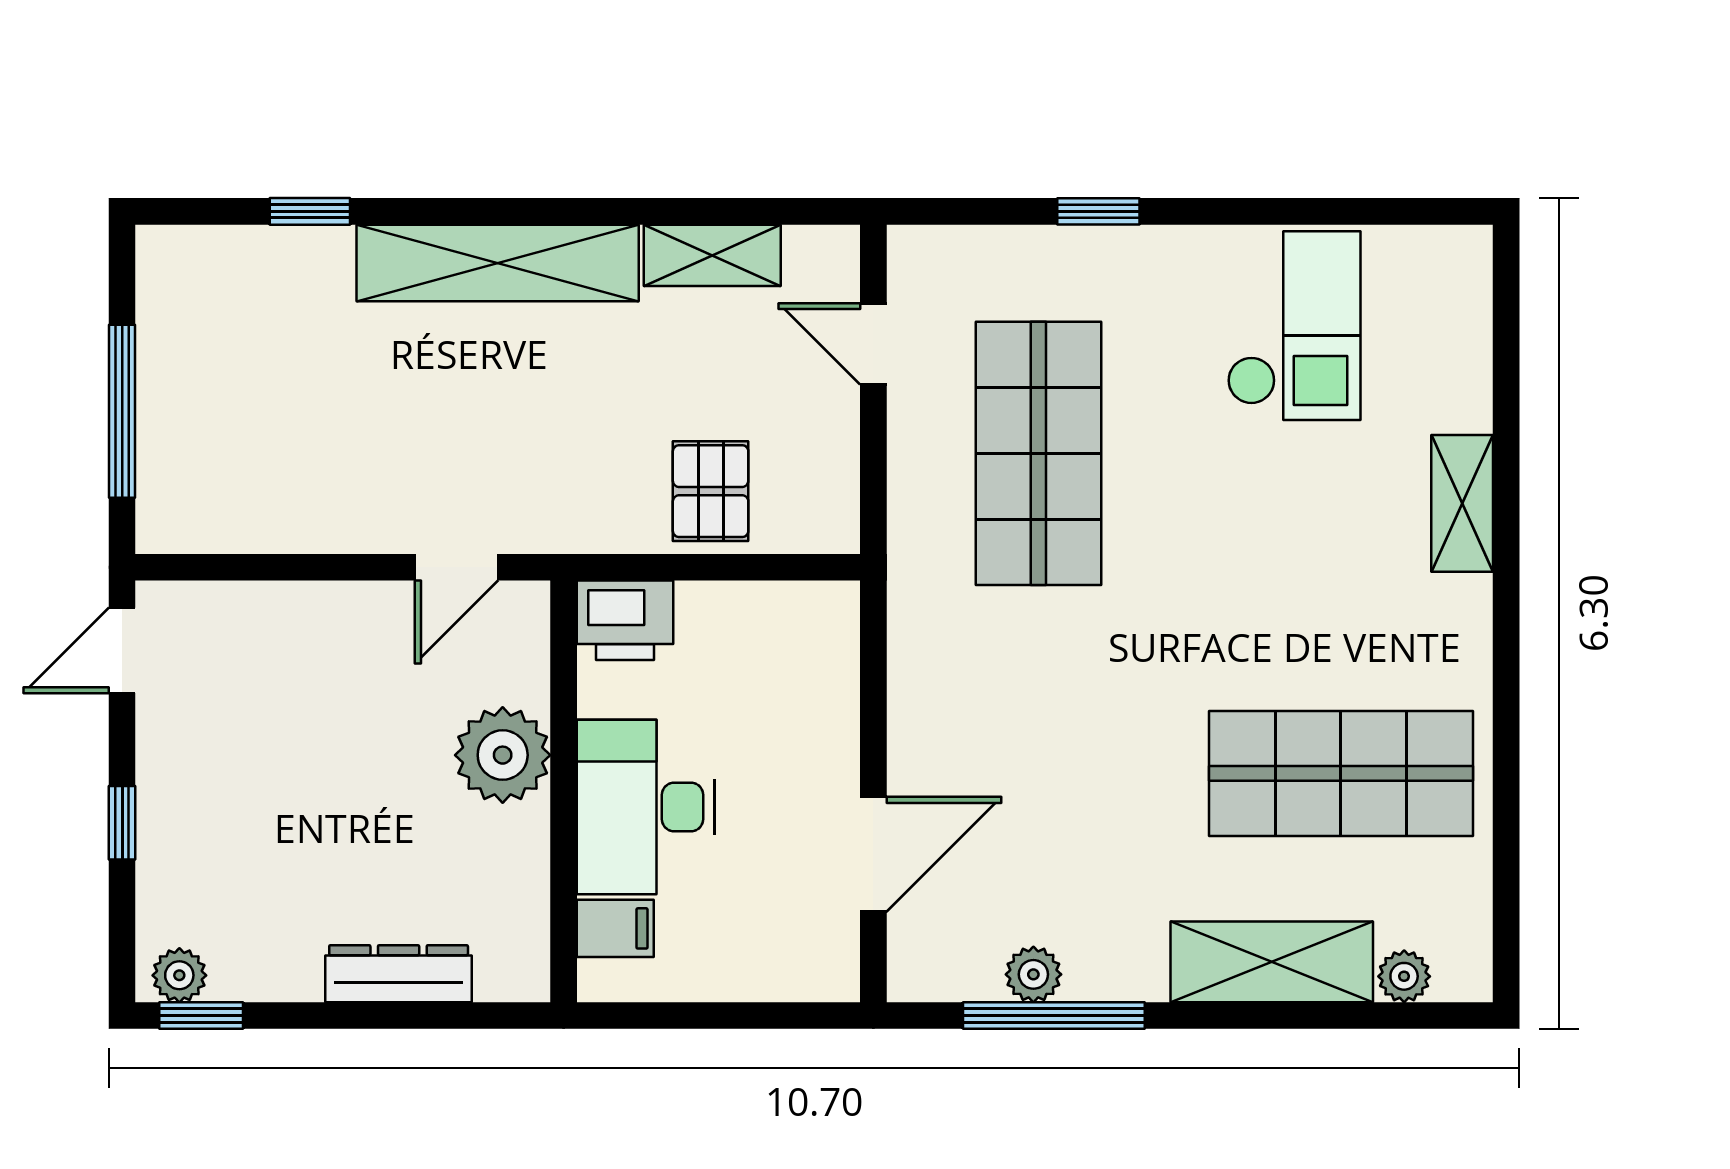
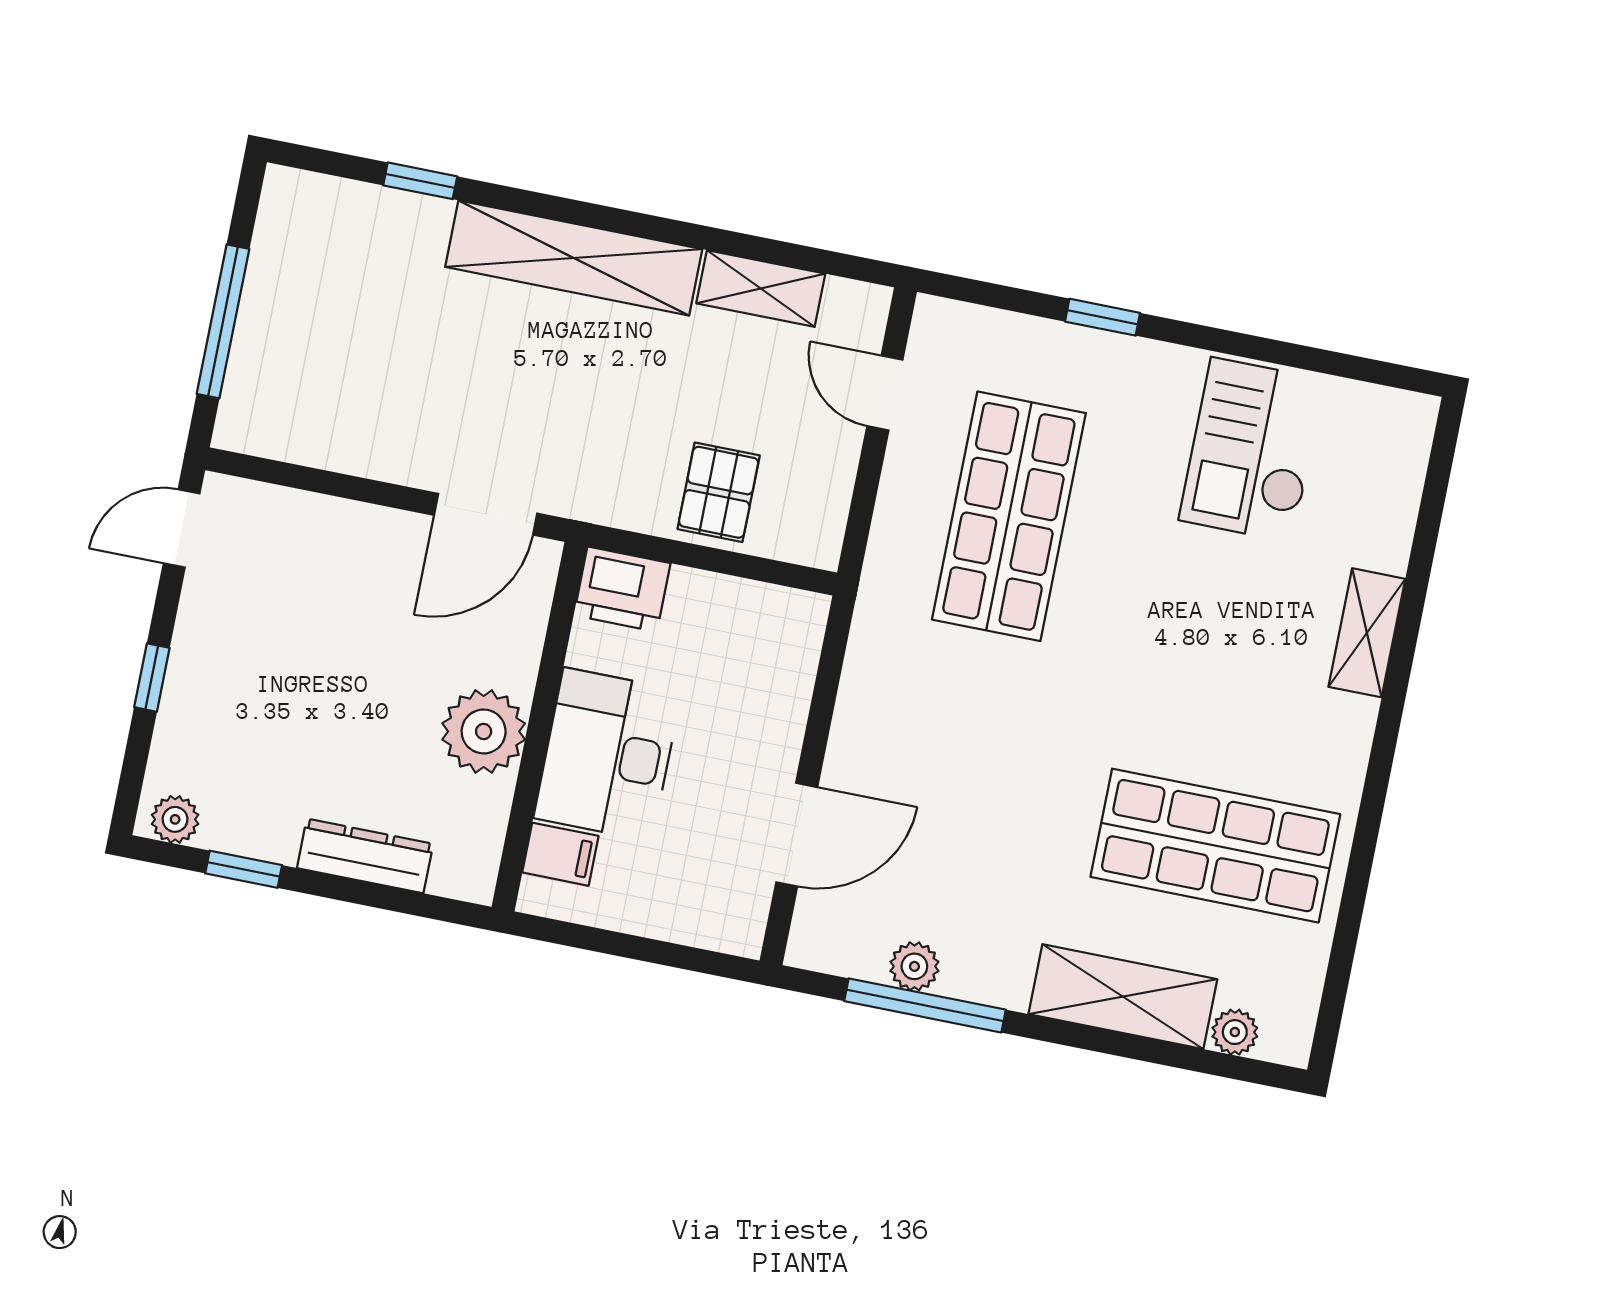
checkout: (1294, 326) -> (1252, 450), turned 180
door: (457, 567) -> (486, 514), width x1.38
plant: (503, 755) -> (484, 731), moved
window: (201, 1015) -> (244, 869), moved

